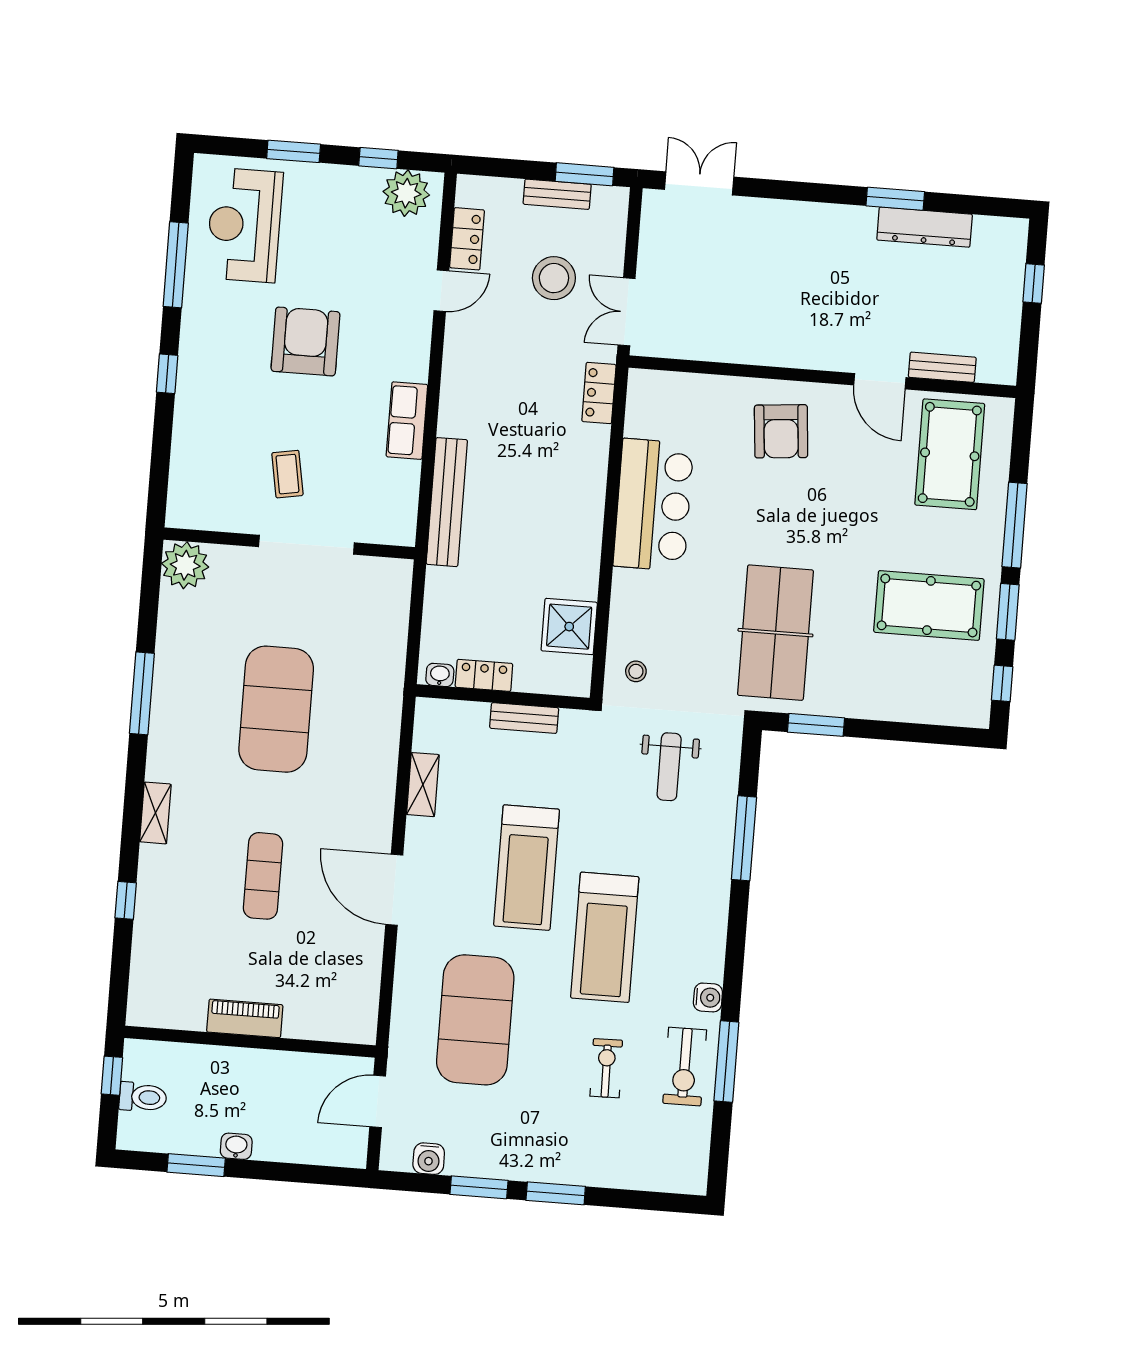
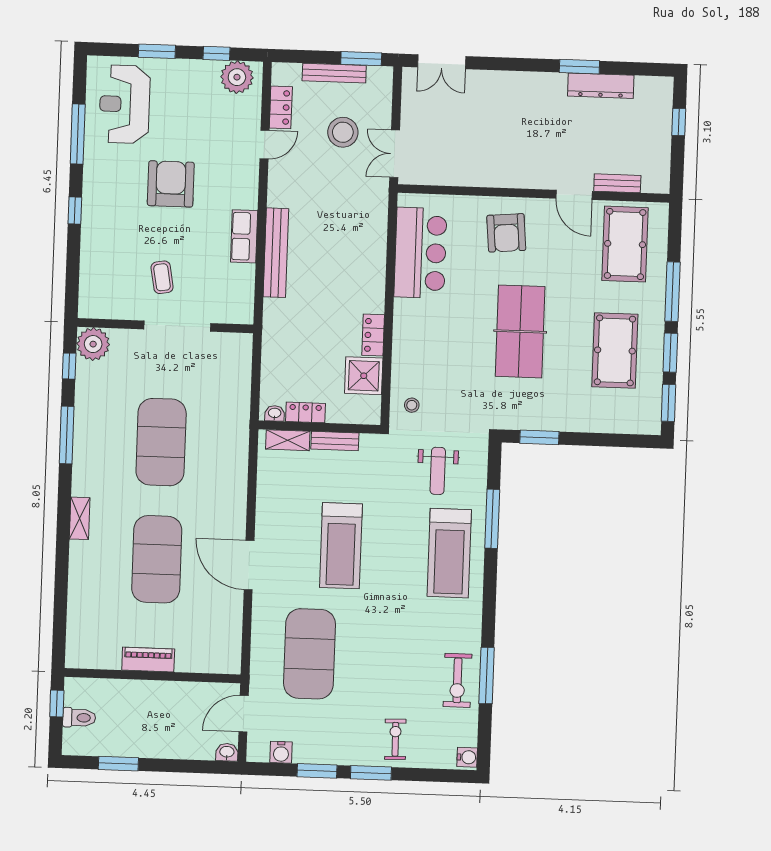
double door: (699, 183) -> (442, 62), swing flipped
bench: (557, 194) -> (334, 73), width x1.36
locker: (599, 393) -> (373, 335), moved
bench: (447, 502) -> (276, 253), moved
bar counter: (653, 505) -> (420, 253), moved
pool table: (929, 605) -> (615, 350), turned 90
table tennis table: (775, 633) -> (520, 331), moved
window: (1002, 683) -> (668, 403), width x1.50
shelving: (423, 785) -> (288, 440), moved, turned 90
exercise mat: (263, 876) -> (157, 559), width x2.00, depth x1.45
window: (126, 900) -> (69, 366), moved
treadmill: (605, 937) -> (449, 553), moved
water cooler: (708, 997) -> (467, 757), moved
exercise bike: (606, 1068) -> (395, 739), moved
washbasin: (236, 1146) -> (227, 752), moved

